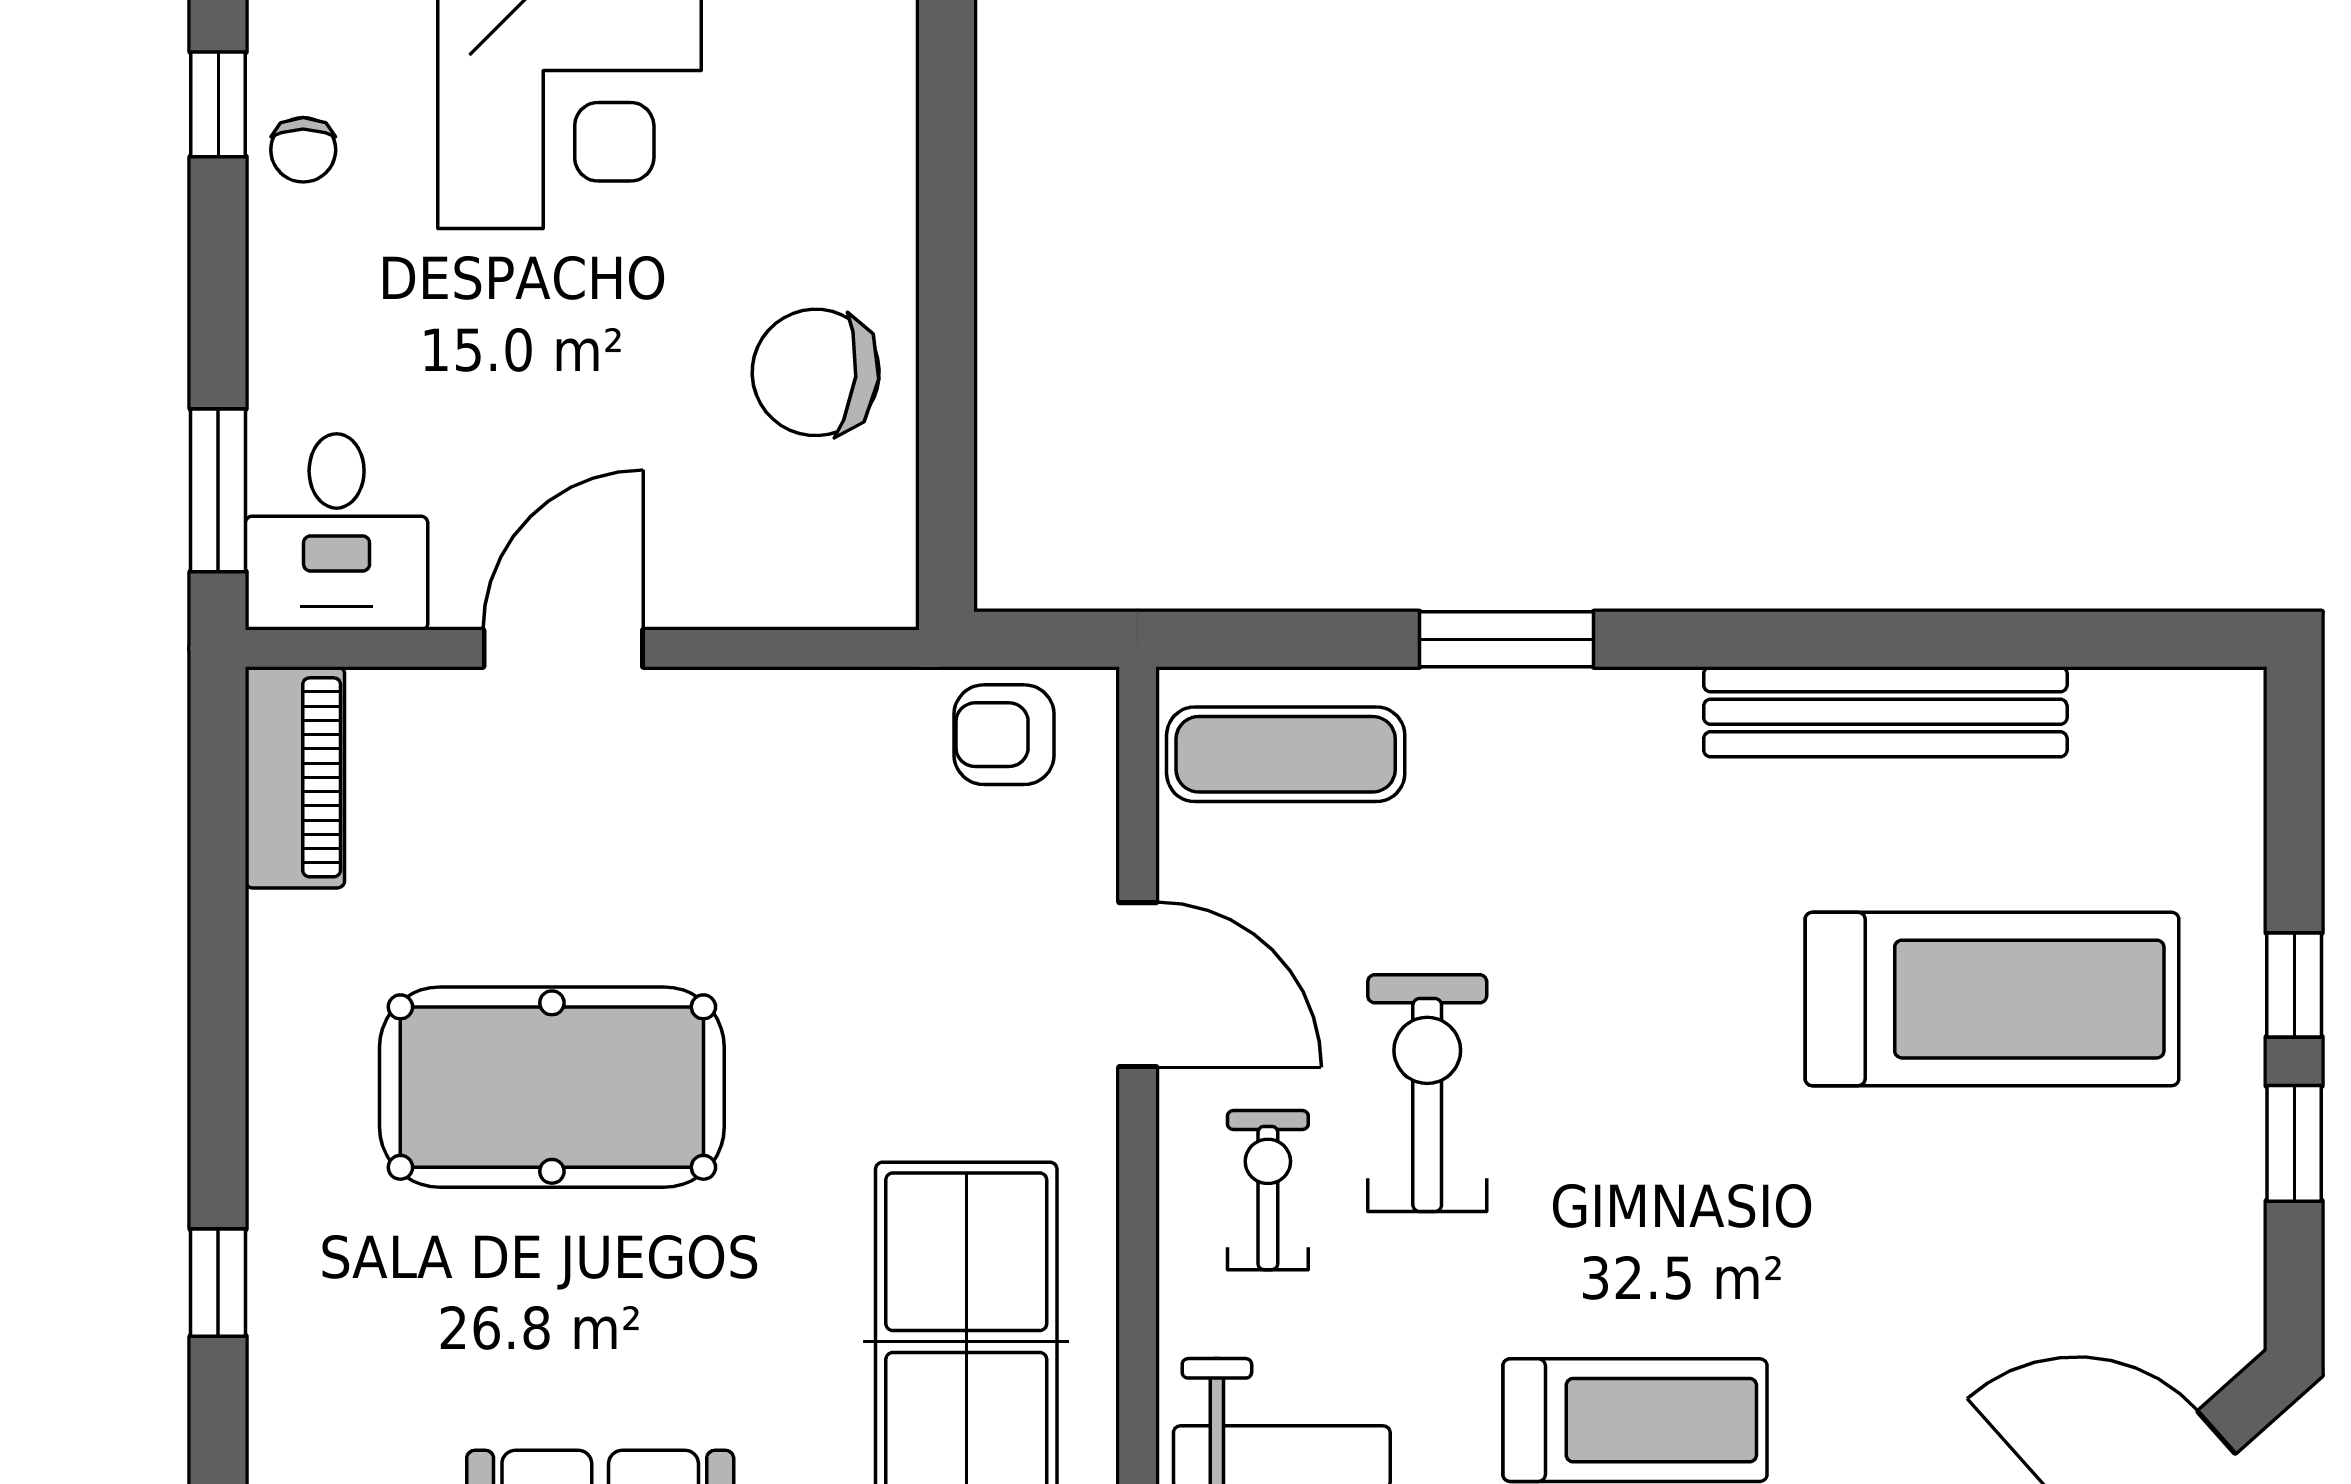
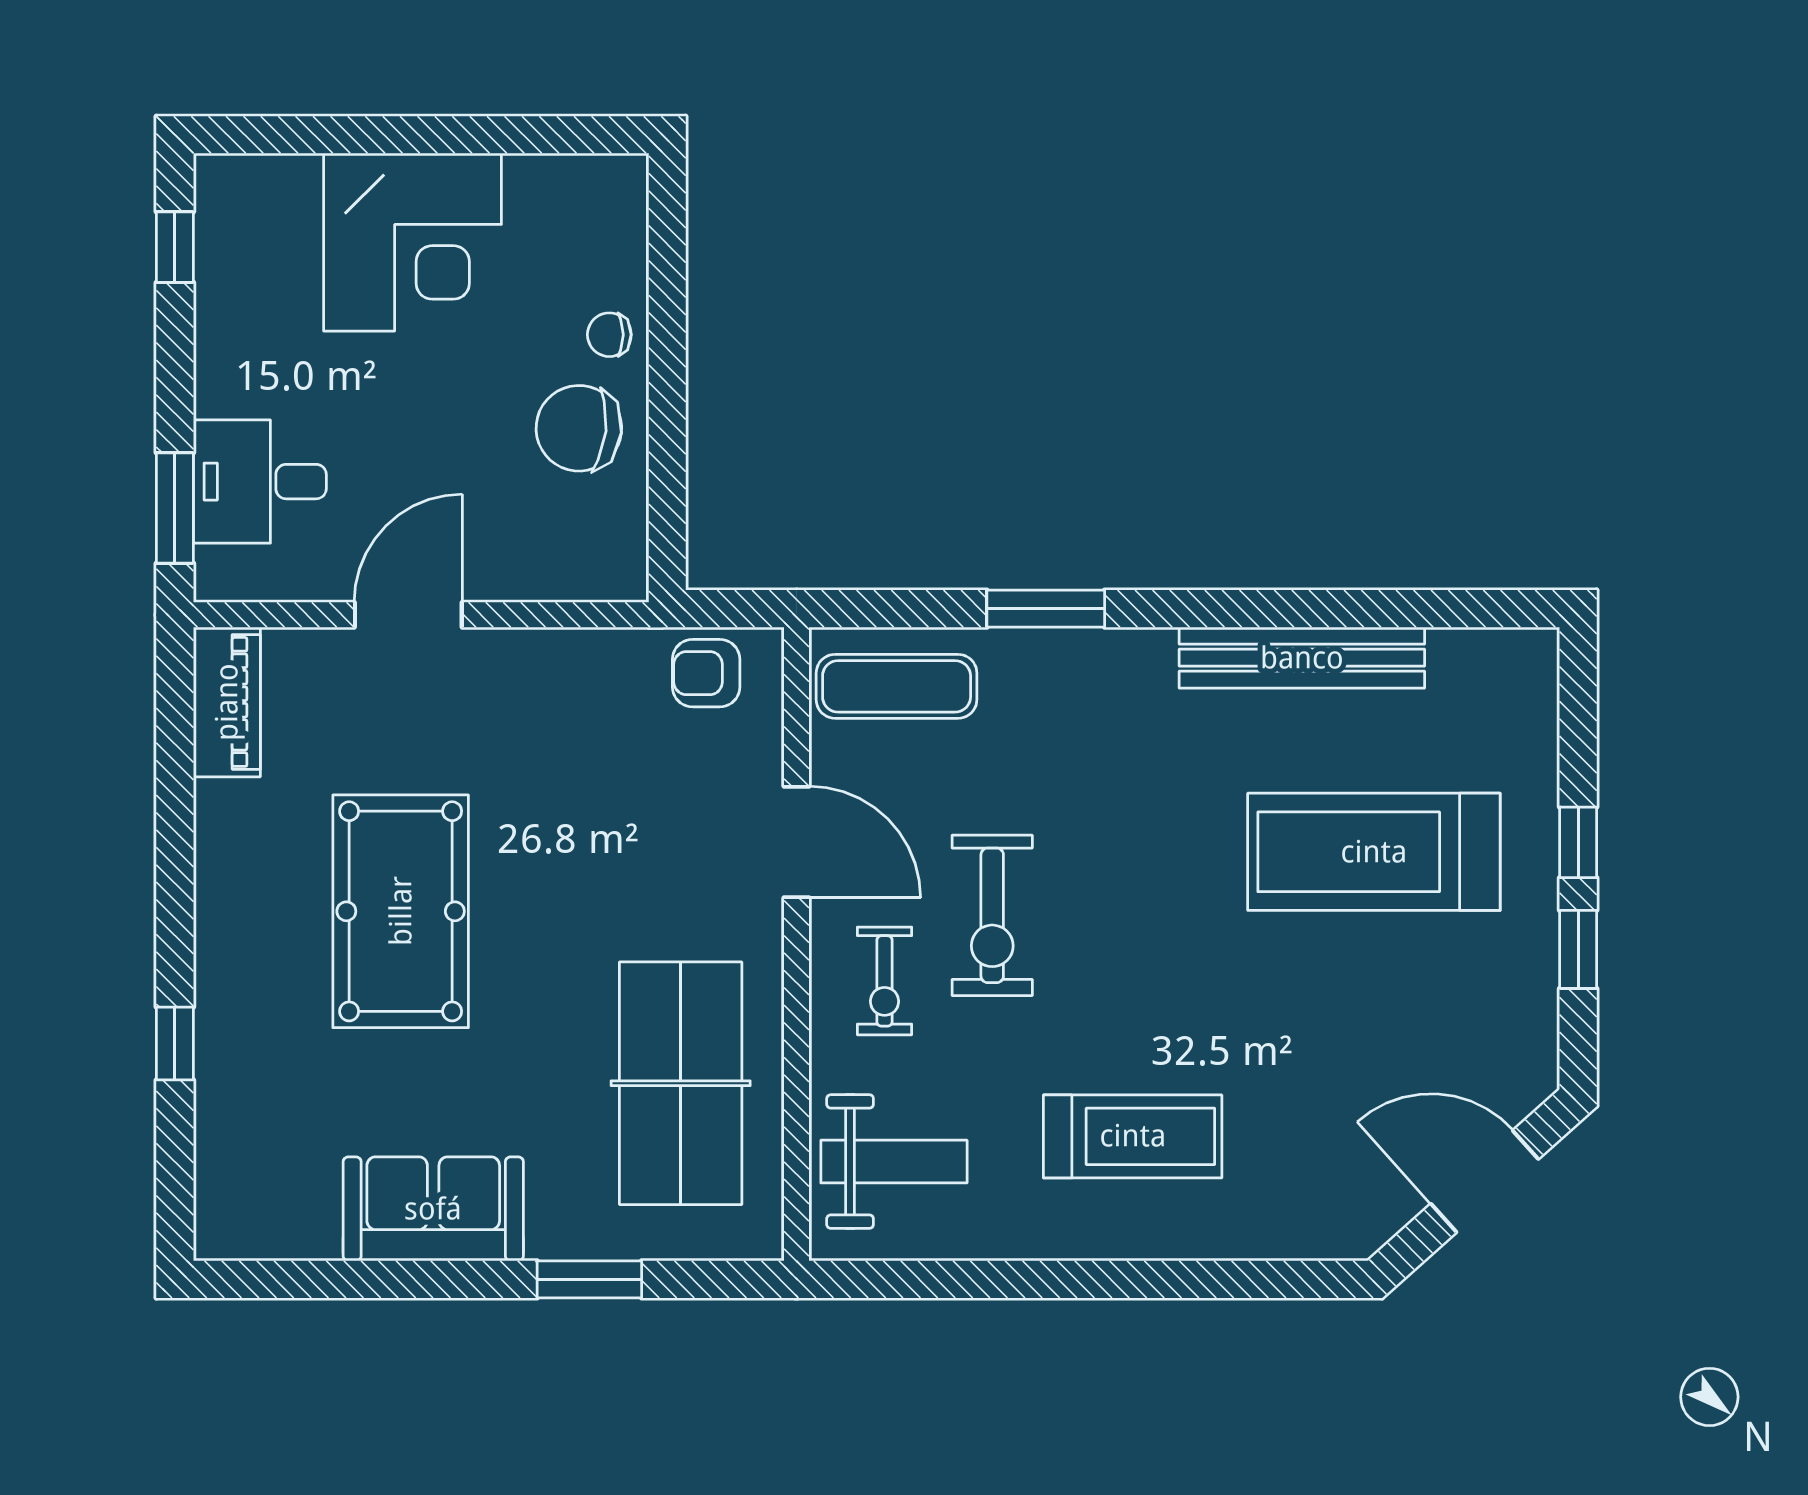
chair: (303, 150) -> (609, 335), moved, turned 90
desk: (337, 532) -> (260, 482), moved, turned 90
treadmill: (1992, 999) -> (1374, 852), turned 180
pool table: (552, 1087) -> (401, 911), turned 90
exercise bike: (1427, 1093) -> (992, 915), turned 180
exercise bike: (1268, 1190) -> (884, 981), turned 180

